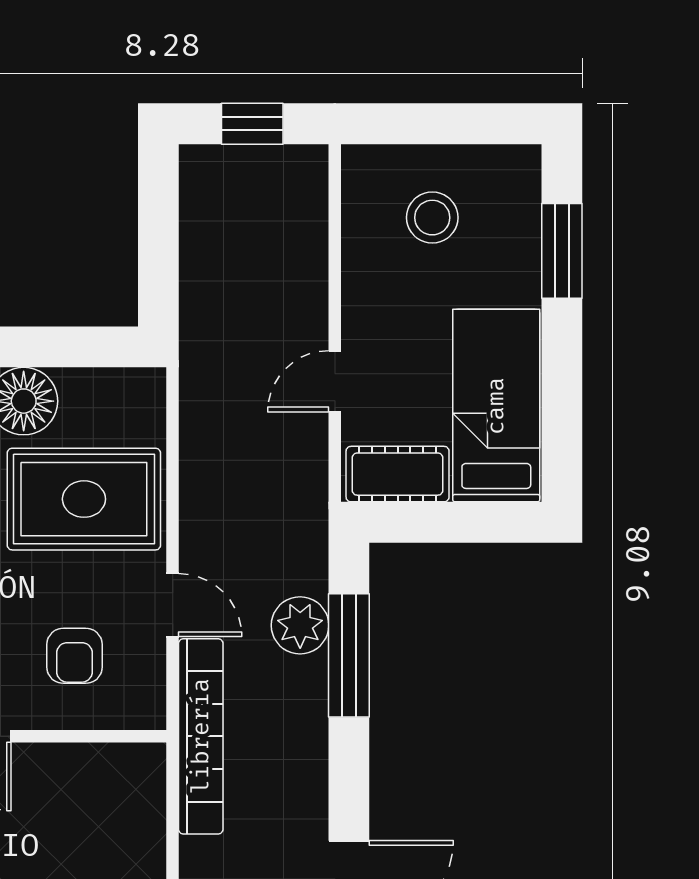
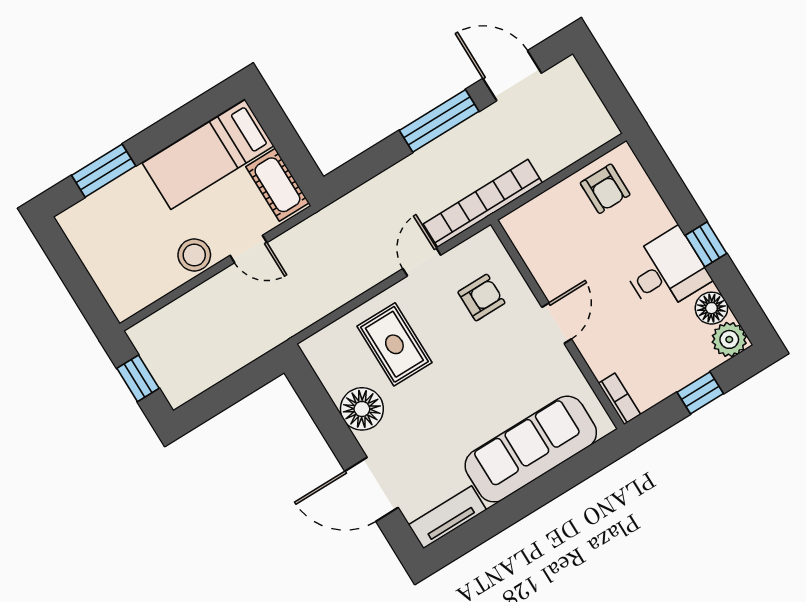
stool: (432, 218) -> (194, 255), moved
rug: (84, 499) -> (394, 344), width x0.73, depth x0.70
plant: (300, 625) -> (391, 187), removed
window: (349, 655) -> (439, 121), moved

